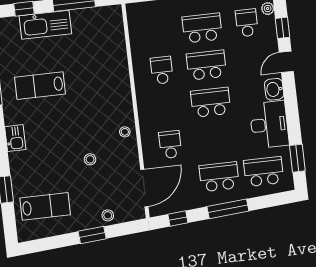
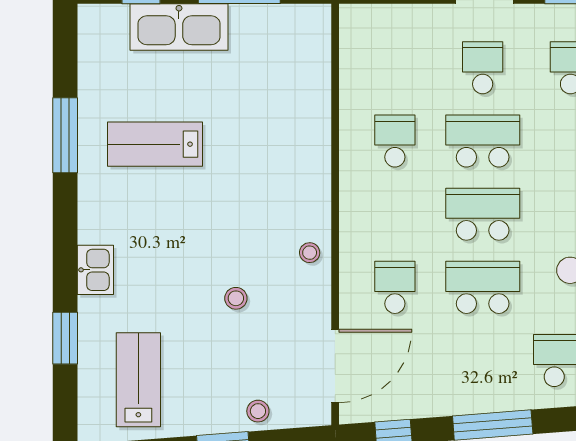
school desk: (202, 28) -> (483, 68), width x0.54
kitchen sink: (15, 138) -> (95, 270), moved
school desk: (219, 177) -> (483, 287), moved
lab bench: (45, 206) -> (138, 380), turned -90

